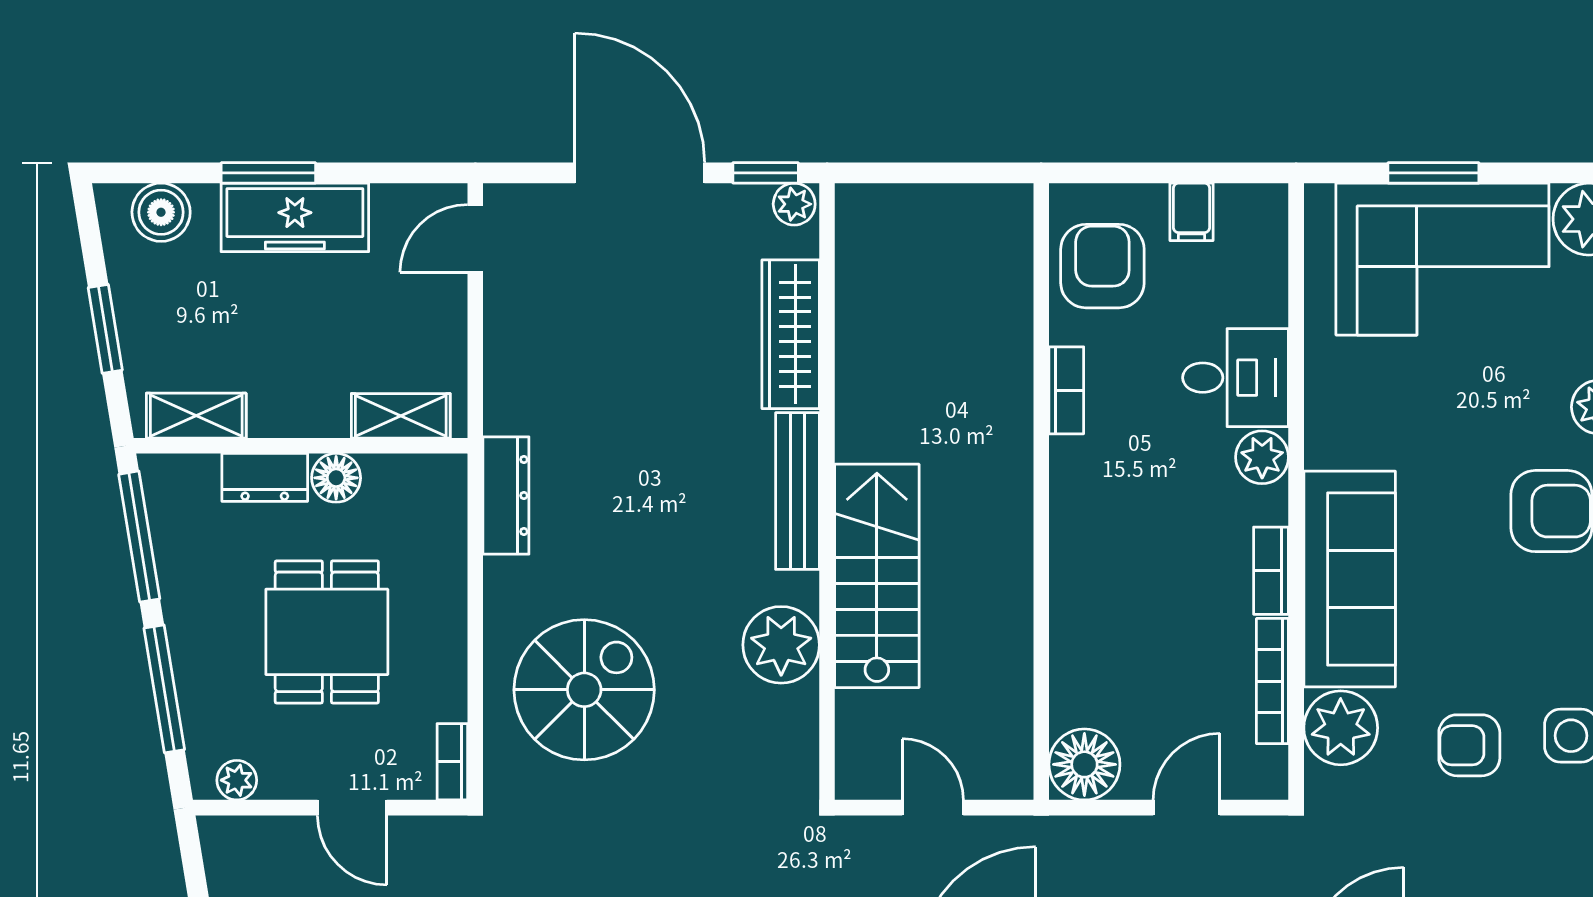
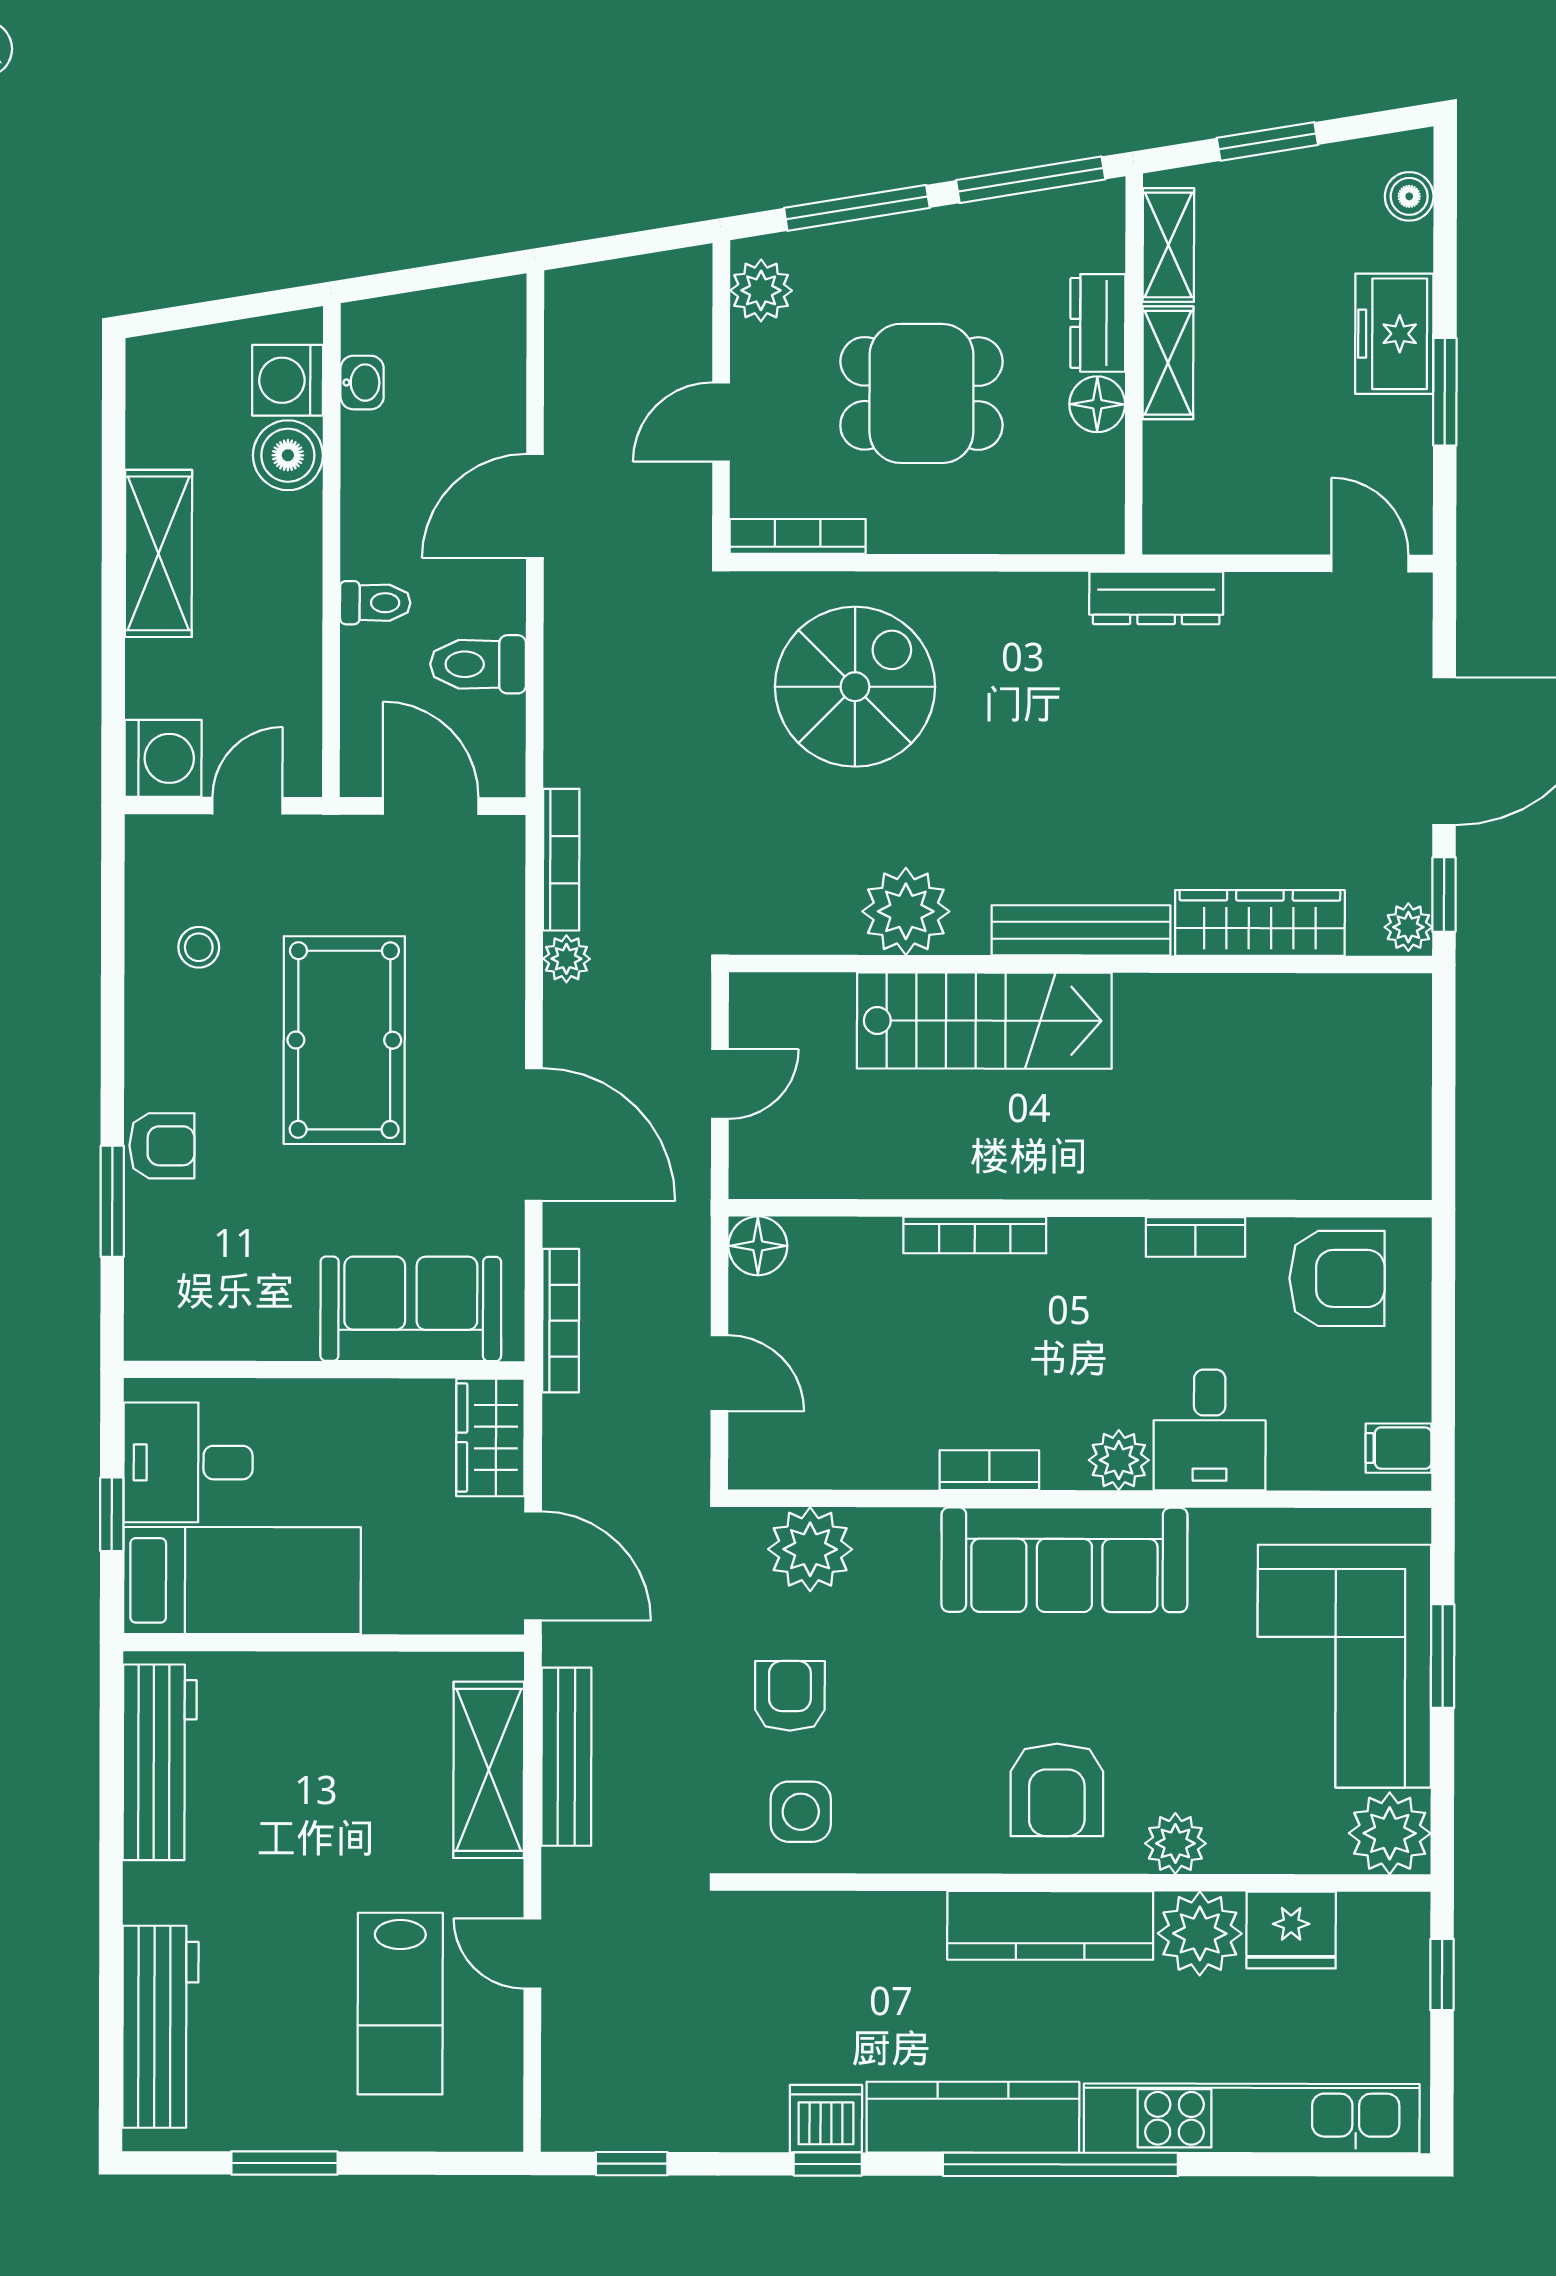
window: (268, 173) -> (1445, 392), moved
boiler: (161, 212) -> (1409, 196), width x0.73, depth x0.73
filing cabinet: (1191, 212) -> (1399, 1448), moved
freezer: (295, 217) -> (1394, 334), width x0.71
shelving: (401, 416) -> (1168, 363), moved
dresser: (506, 496) -> (1156, 598), moved
sofa: (1350, 579) -> (1064, 1560), moved
bookcase: (1272, 681) -> (975, 1235), moved, turned 180
spiral stairs: (584, 690) -> (855, 687), turned -90
bookcase: (452, 762) -> (798, 536), width x1.56
floor lamp: (1084, 764) -> (758, 1246), width x0.73, depth x0.73
plant: (237, 780) -> (761, 290), width x1.38, depth x1.38

